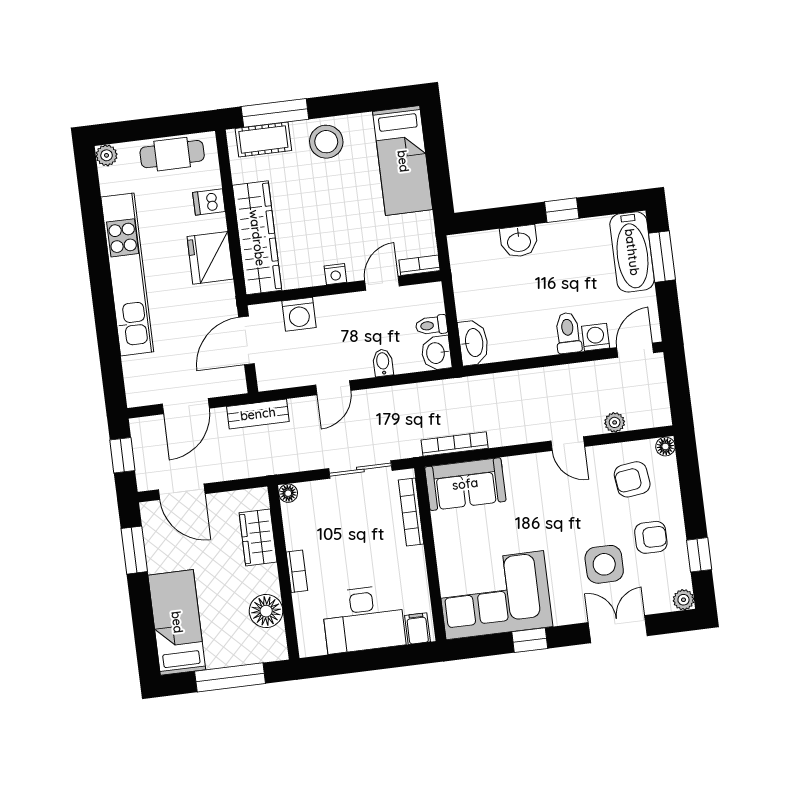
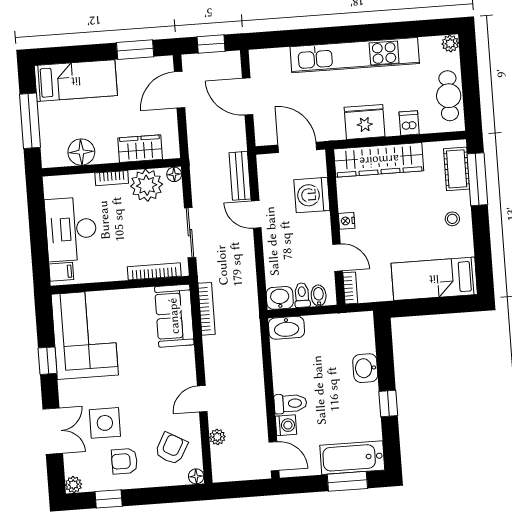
stool: (326, 142) -> (452, 219), width x0.53, depth x0.53
washing machine: (299, 314) -> (312, 195), width x1.37, depth x1.37
bidet: (383, 363) -> (319, 296), moved, turned -90
bench: (258, 414) -> (240, 176), moved
armchair: (632, 479) -> (171, 449), turned 36
plant: (304, 527) -> (147, 185), added
armchair: (651, 537) -> (124, 461), turned 90

